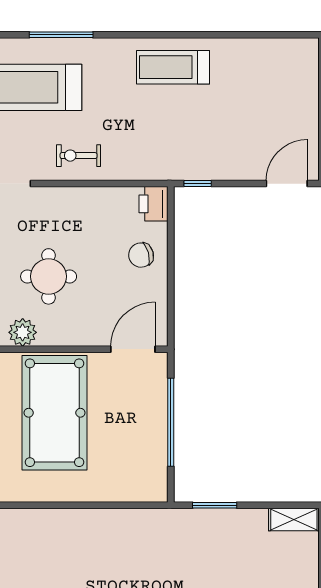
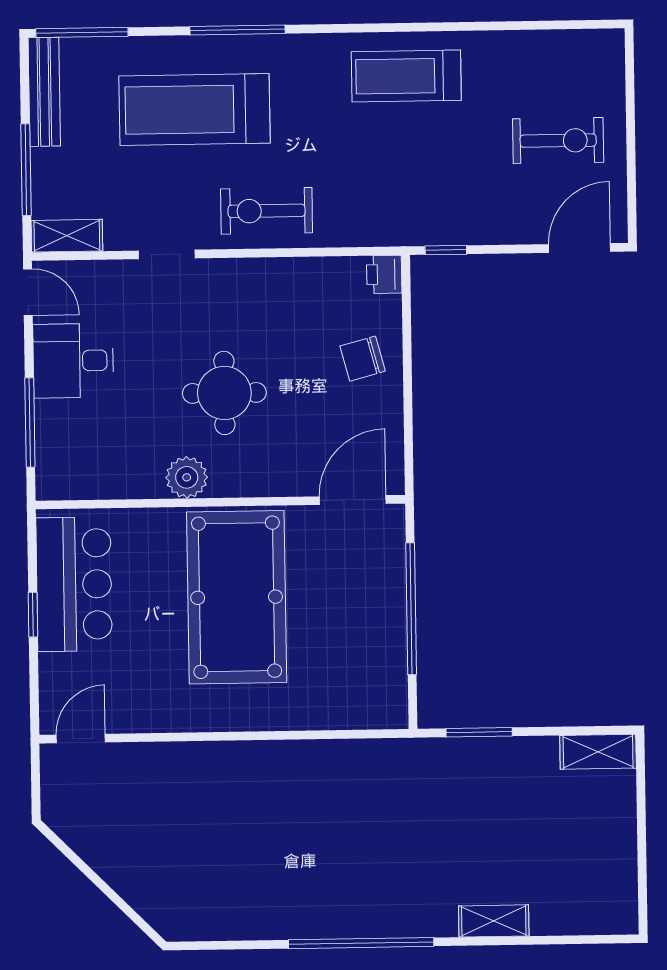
exercise bike: (274, 112) -> (558, 141), added
exercise bike: (79, 156) -> (267, 211), width x1.38, depth x1.39
printer: (154, 204) -> (384, 274), width x0.73, depth x0.81

